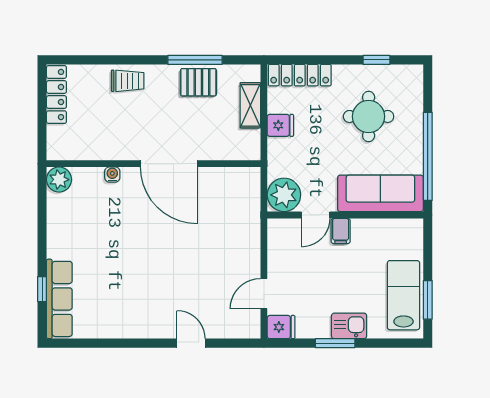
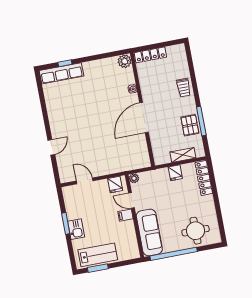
window: (376, 60) -> (219, 217), removed
locker: (56, 95) -> (150, 55), moved
round table: (369, 116) -> (196, 231), moved
plant: (284, 195) -> (134, 178), width x0.53, depth x0.53
fridge: (281, 327) -> (115, 185), moved

